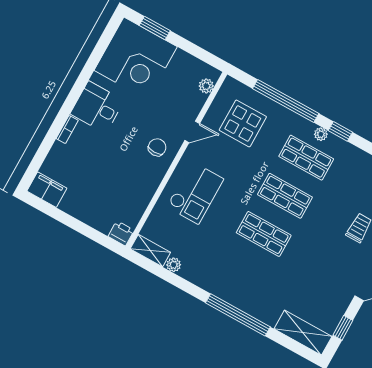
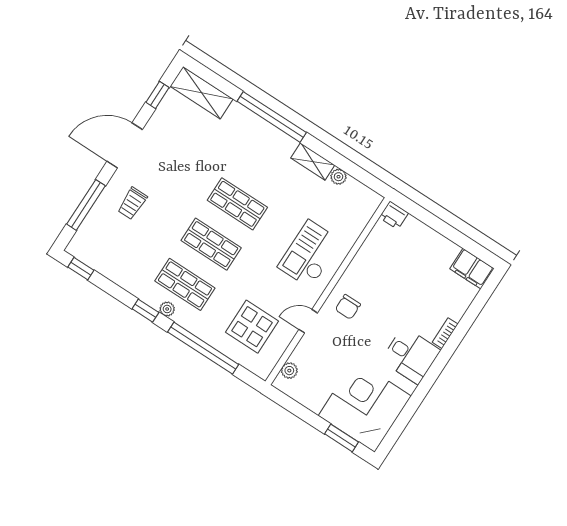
shelving: (150, 251) -> (313, 162), moved

